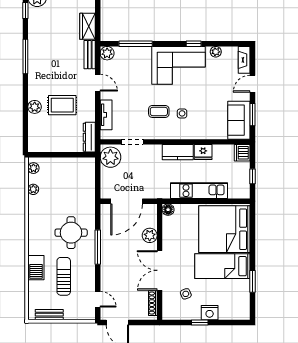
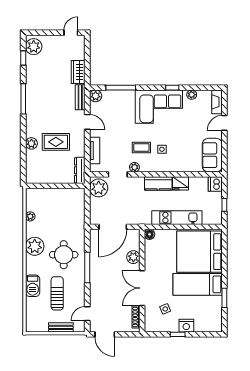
window: (253, 115) -> (224, 150), removed
plant: (151, 134) -> (134, 167), added
plant: (33, 168) -> (35, 246), moved, width x1.87, depth x1.87
door: (98, 299) -> (87, 314), swing flipped
bench: (49, 315) -> (61, 327), moved

